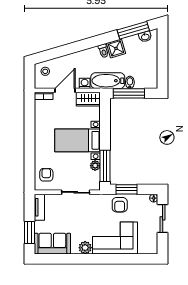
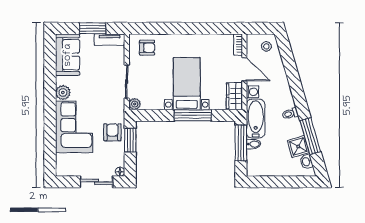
window: (133, 30) -> (310, 136), moved
shower: (116, 48) -> (298, 147), moved
plant: (95, 166) -> (135, 104), moved
window: (105, 166) -> (193, 115), moved
armchair: (120, 205) -> (112, 132), turned 90
window: (30, 232) -> (93, 28), moved

